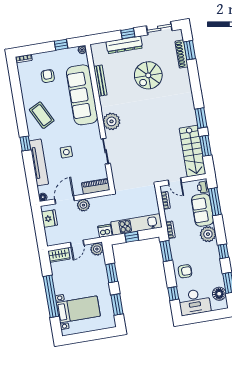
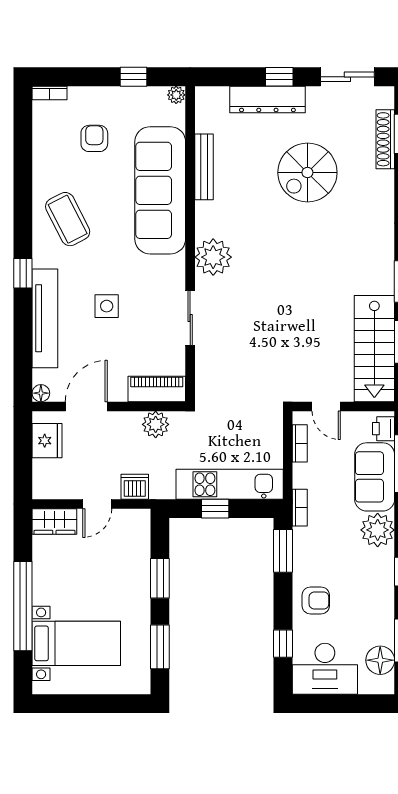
plant: (83, 205) -> (156, 424), moved
dishwasher: (105, 231) -> (135, 487), moved
plant: (97, 249) -> (137, 522), removed

